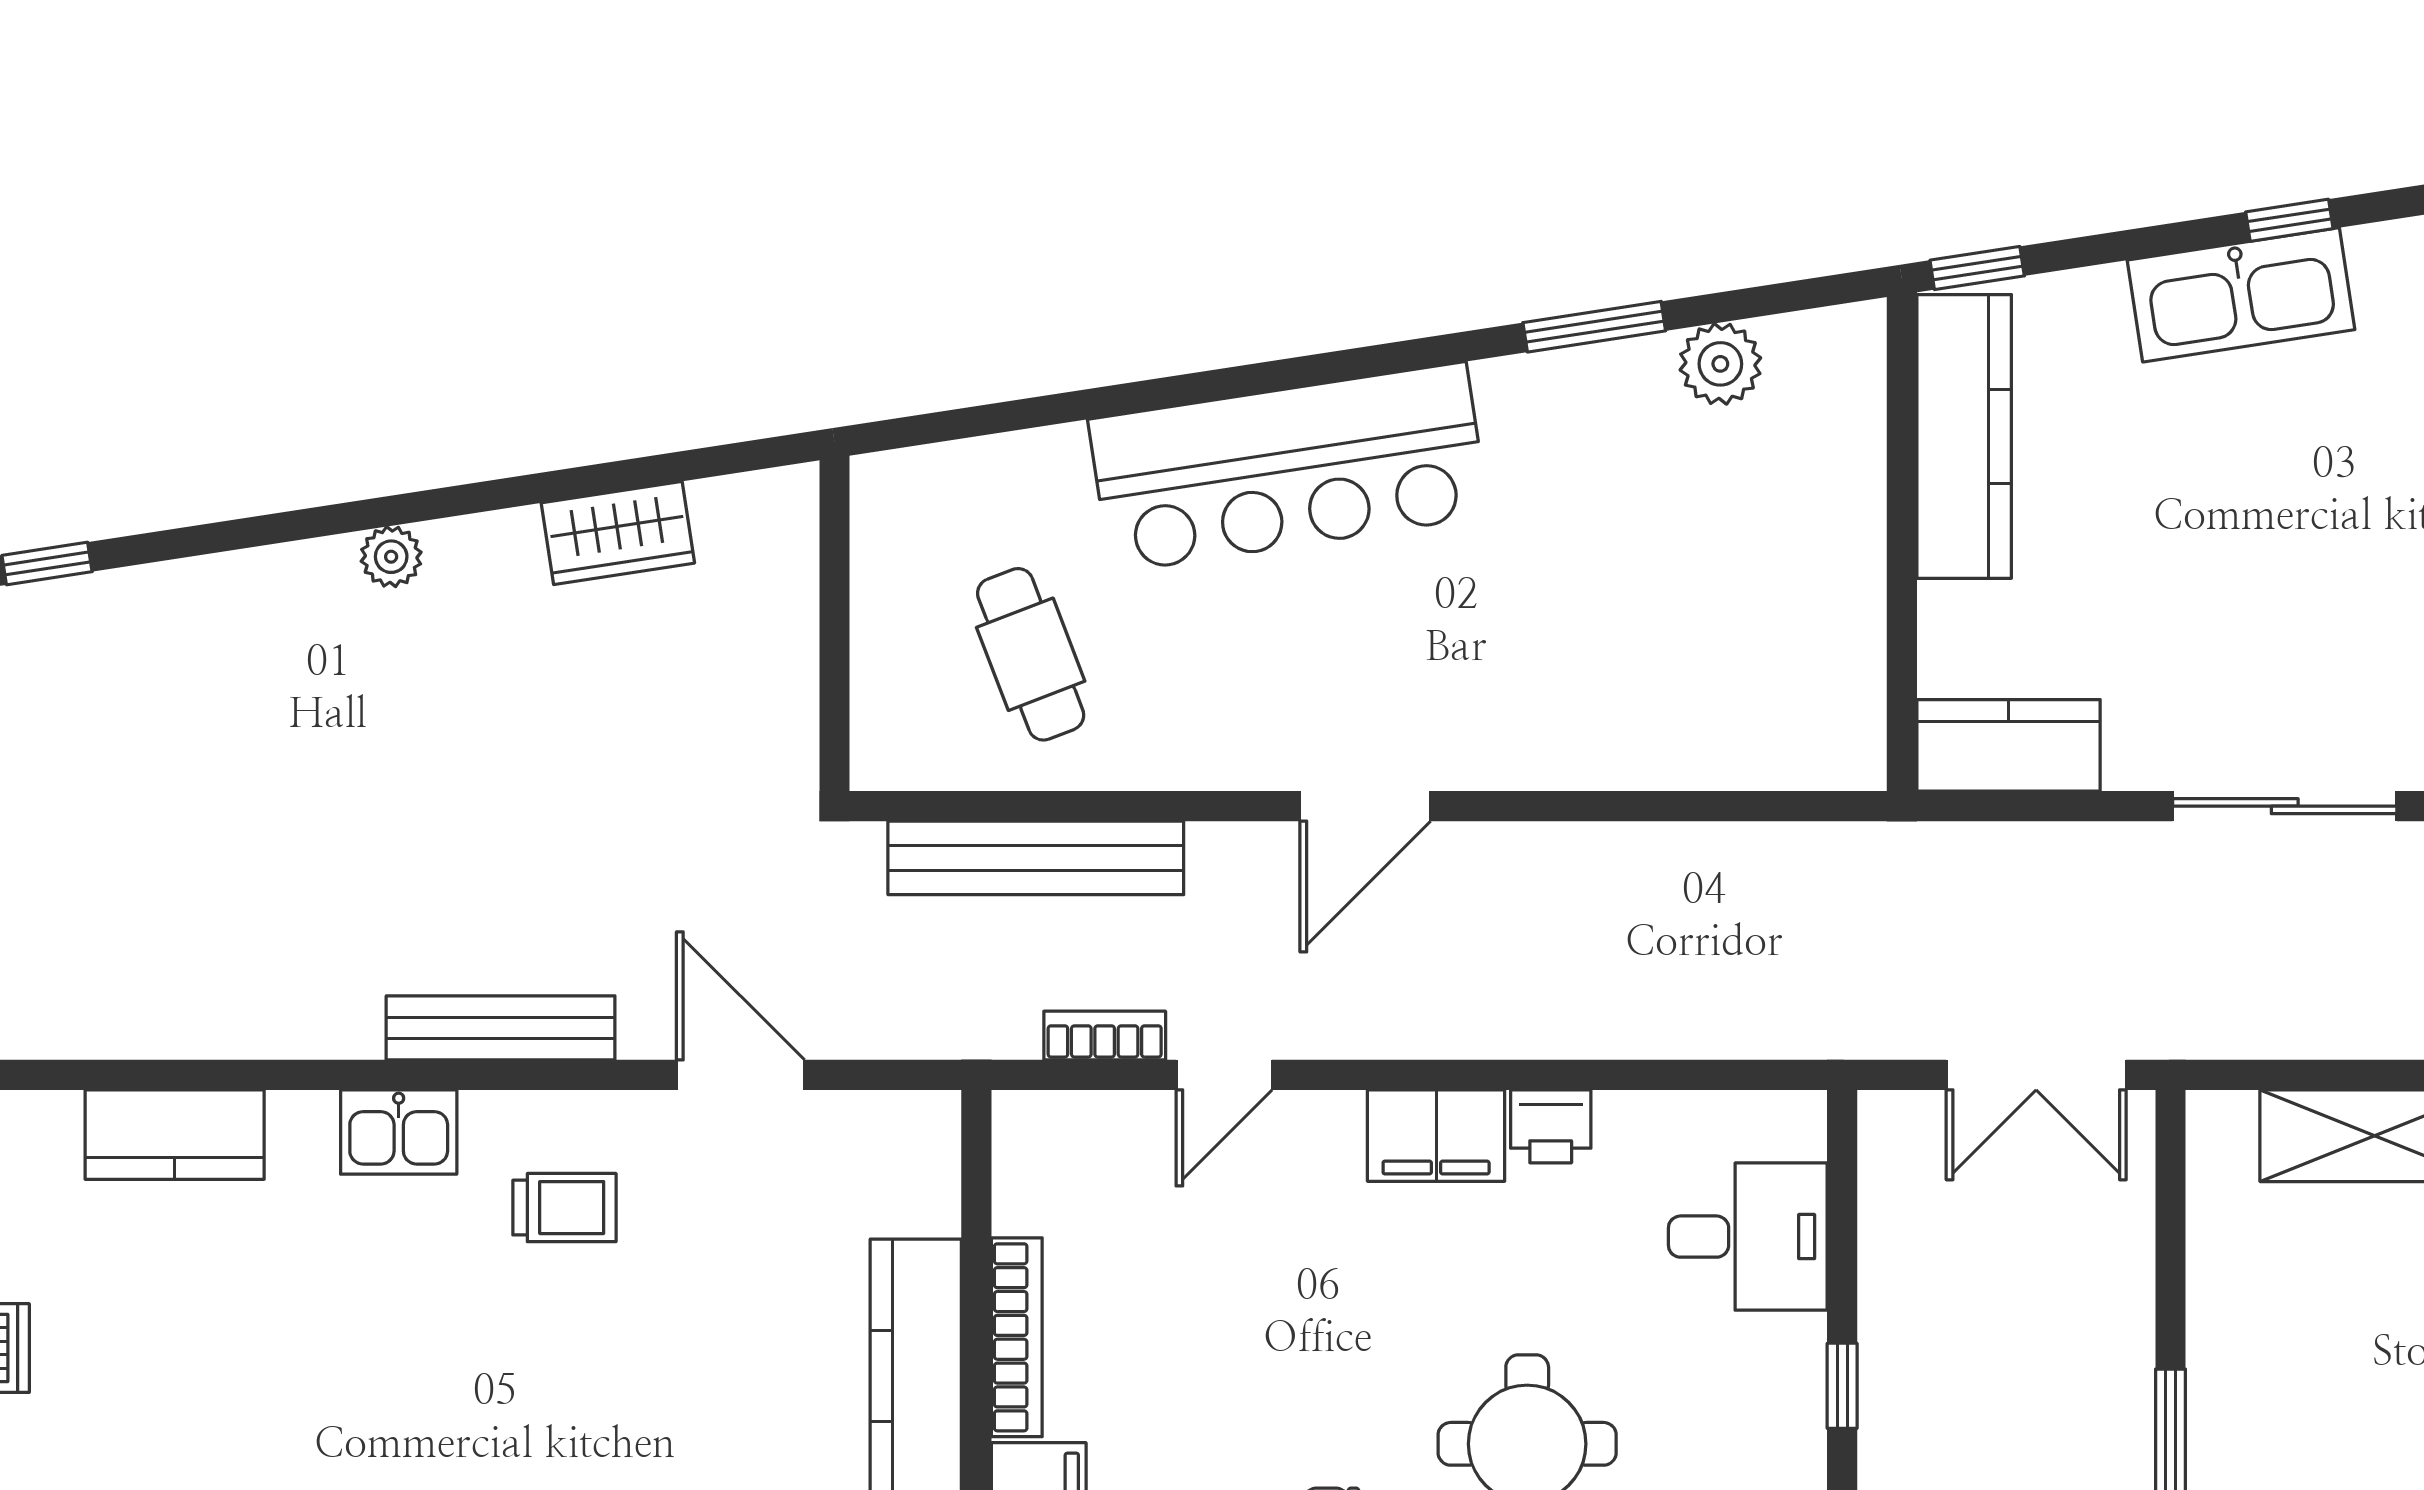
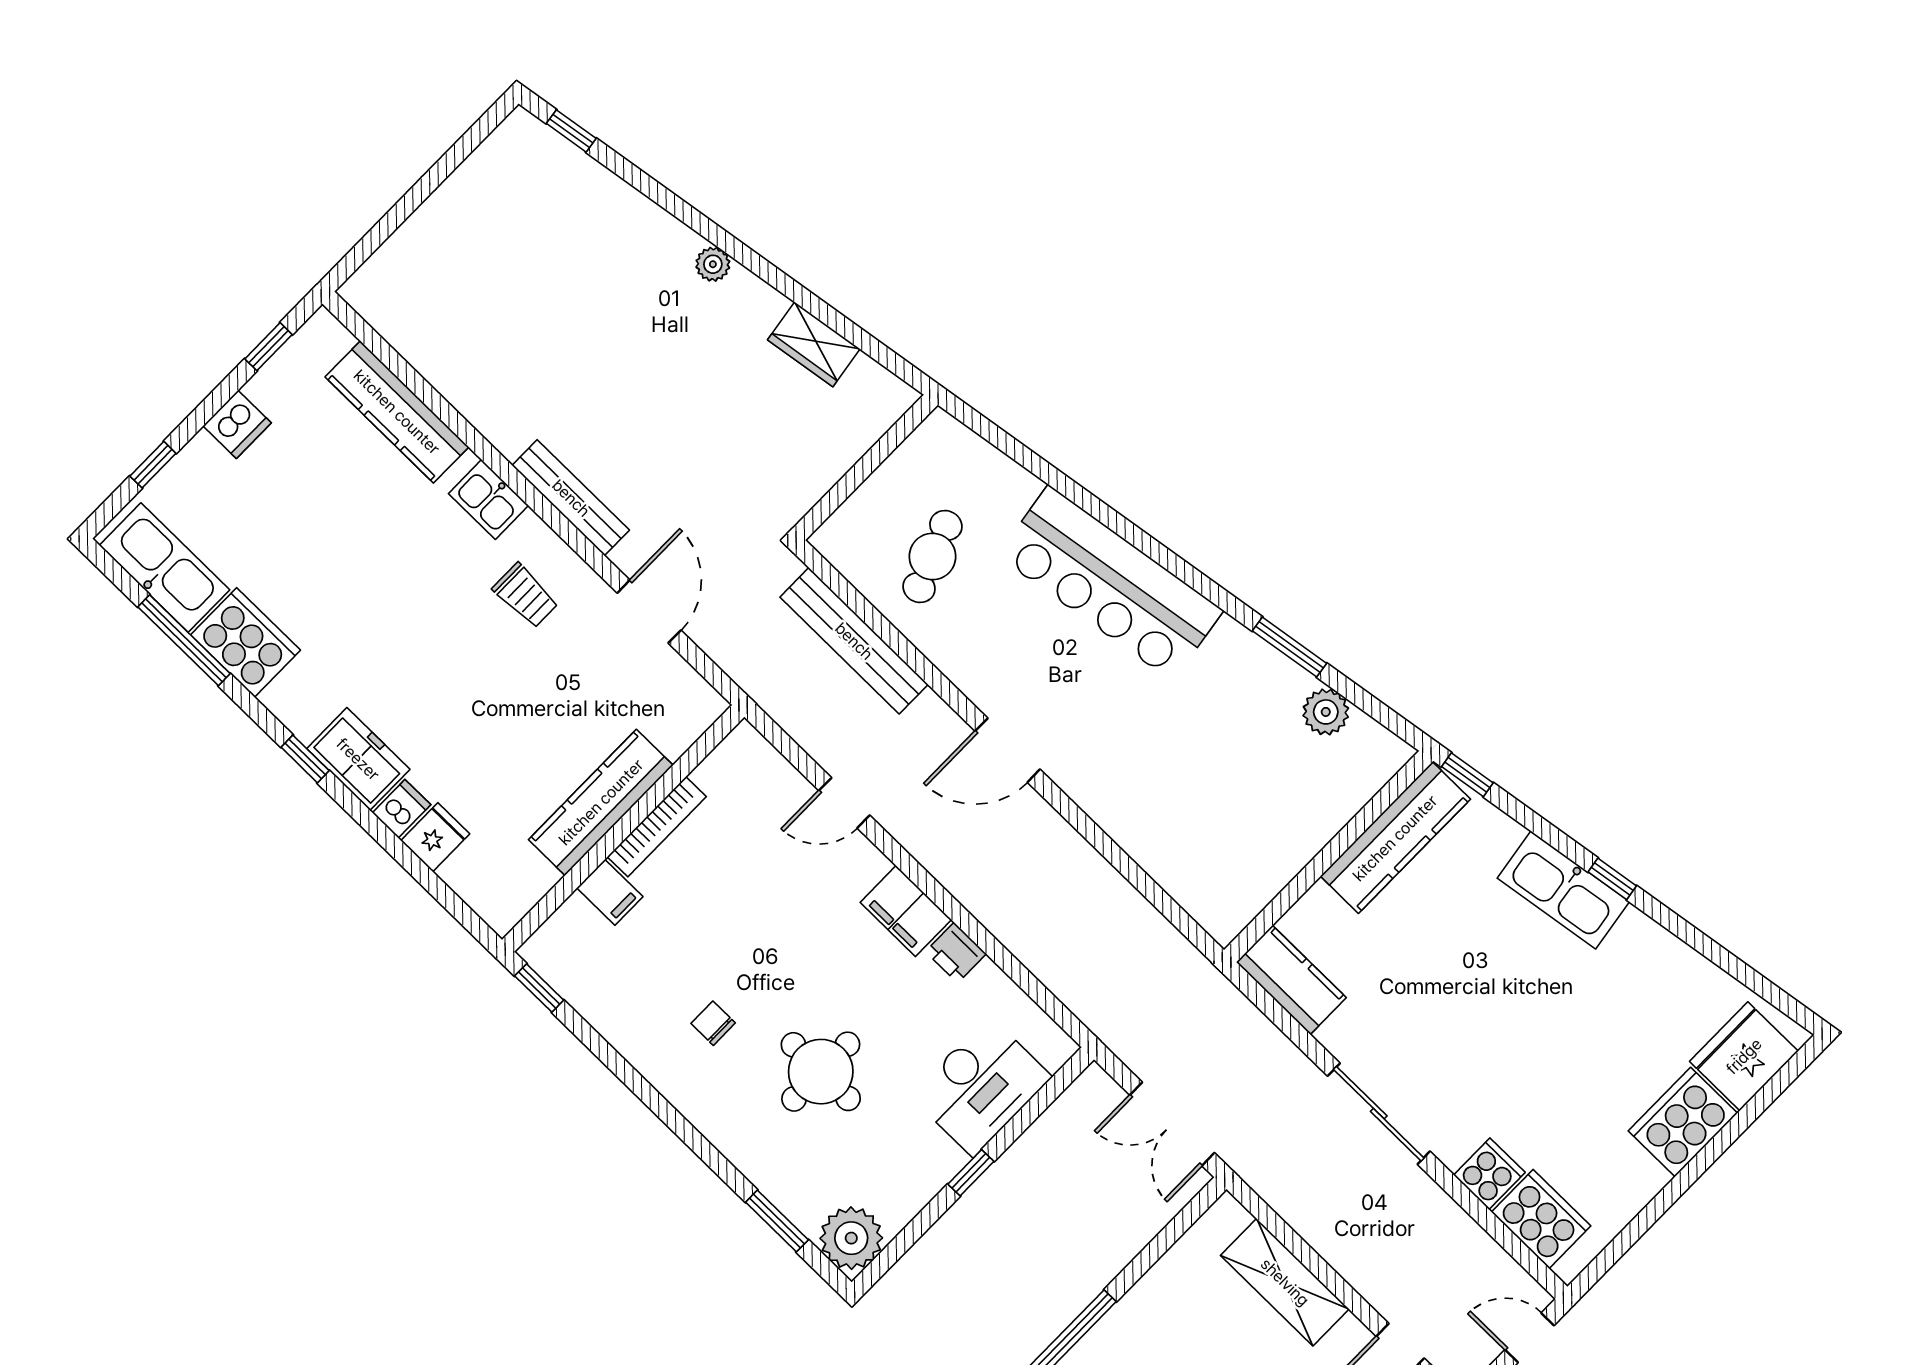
bookcase: (1105, 1036) -> (812, 740), removed
kitchen counter: (175, 1135) -> (397, 412), width x1.50
desk: (1748, 1237) -> (981, 1086), width x1.37

